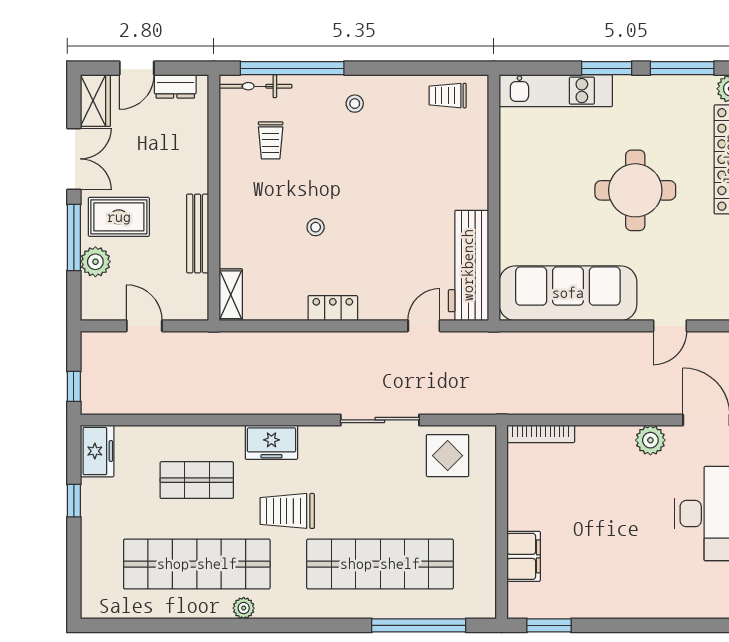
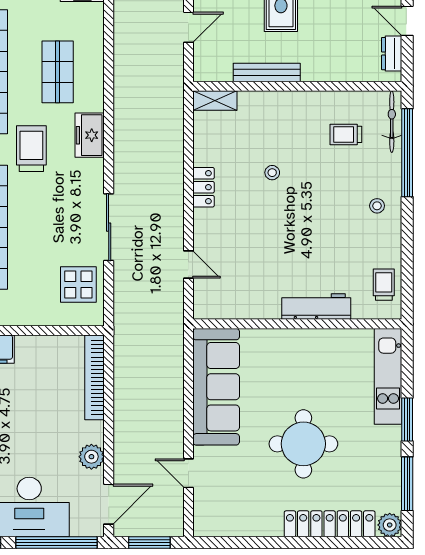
workbench: (468, 265) -> (316, 306), moved, width x0.73, depth x0.76
bookcase: (541, 434) -> (94, 377), width x1.48, depth x1.31

